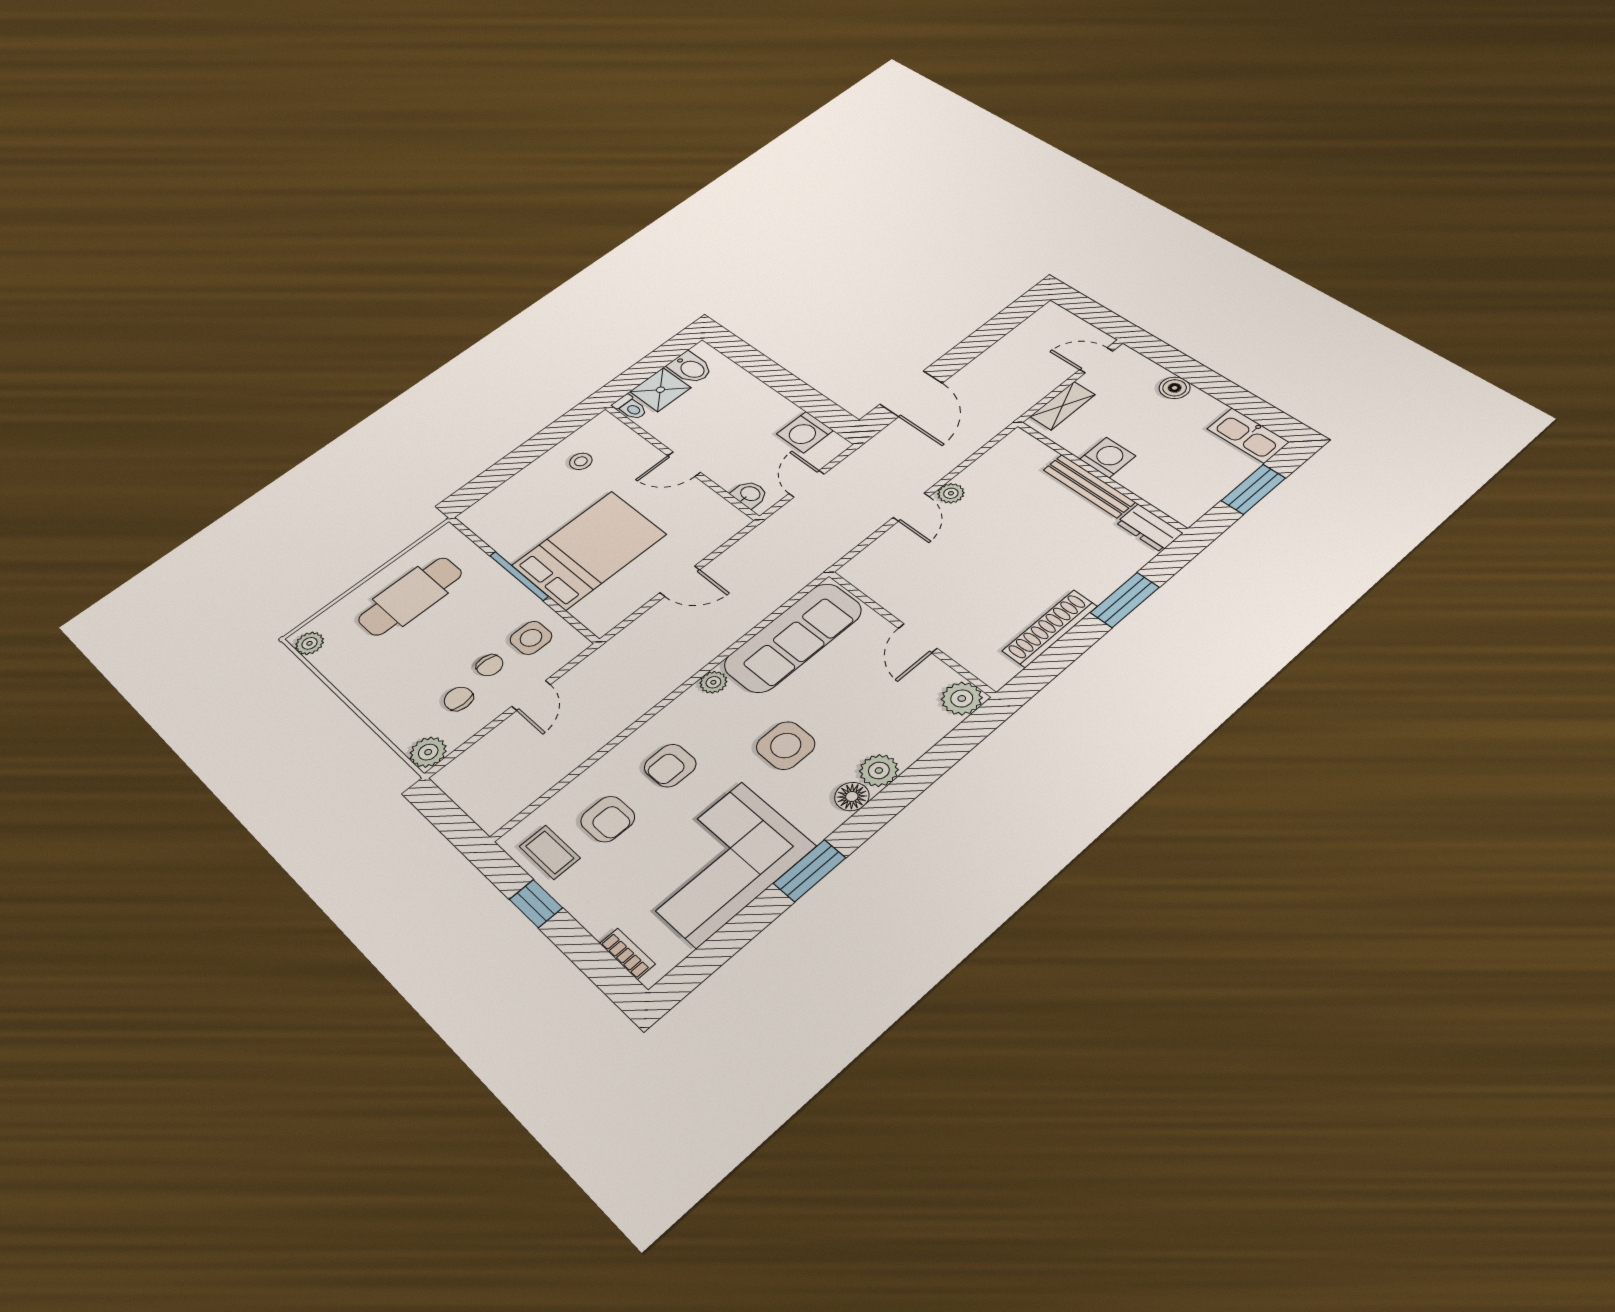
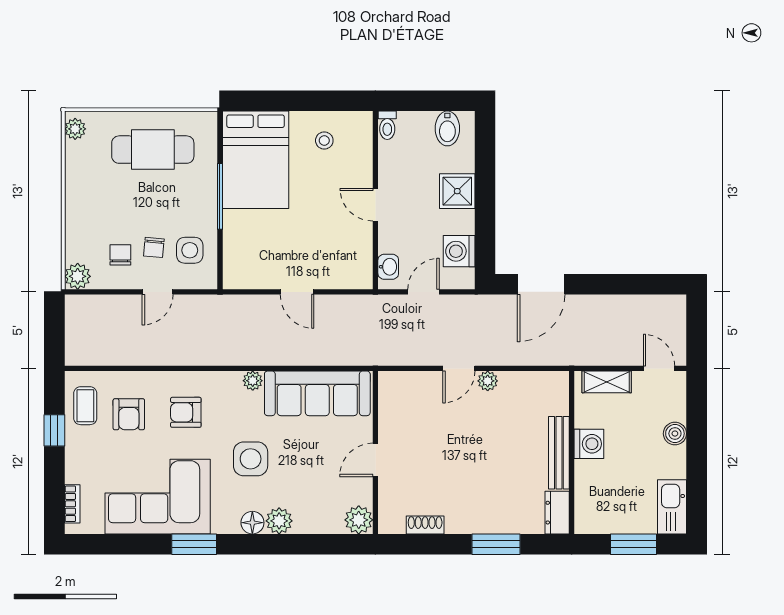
shower: (660, 390) -> (457, 191), moved
bed: (589, 550) -> (256, 160), moved, turned 90
shoe rack: (1050, 628) -> (425, 525), width x0.51, depth x0.81

